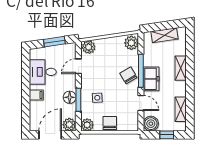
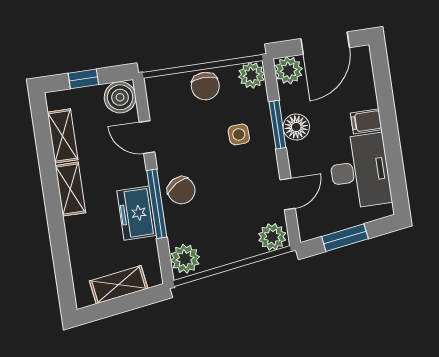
shelving: (181, 68) -> (70, 189), moved
desk: (43, 72) -> (360, 171), width x1.37
freezer: (151, 79) -> (137, 213), moved

